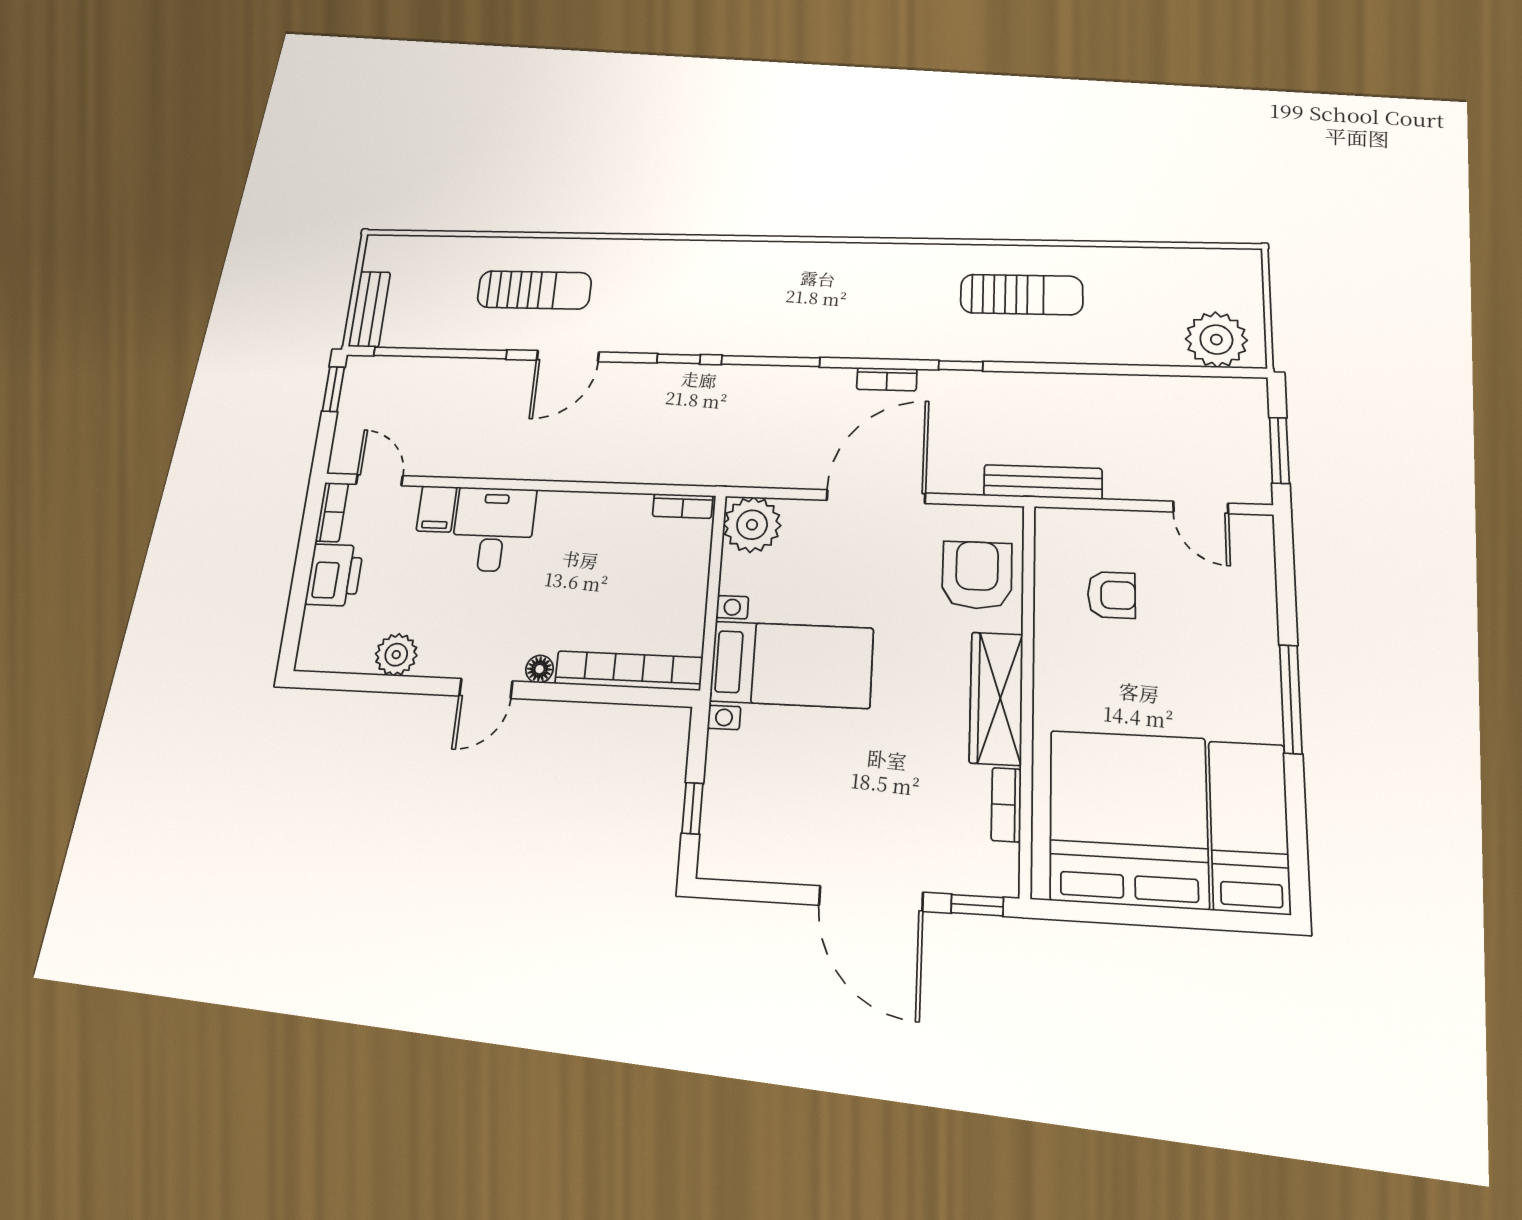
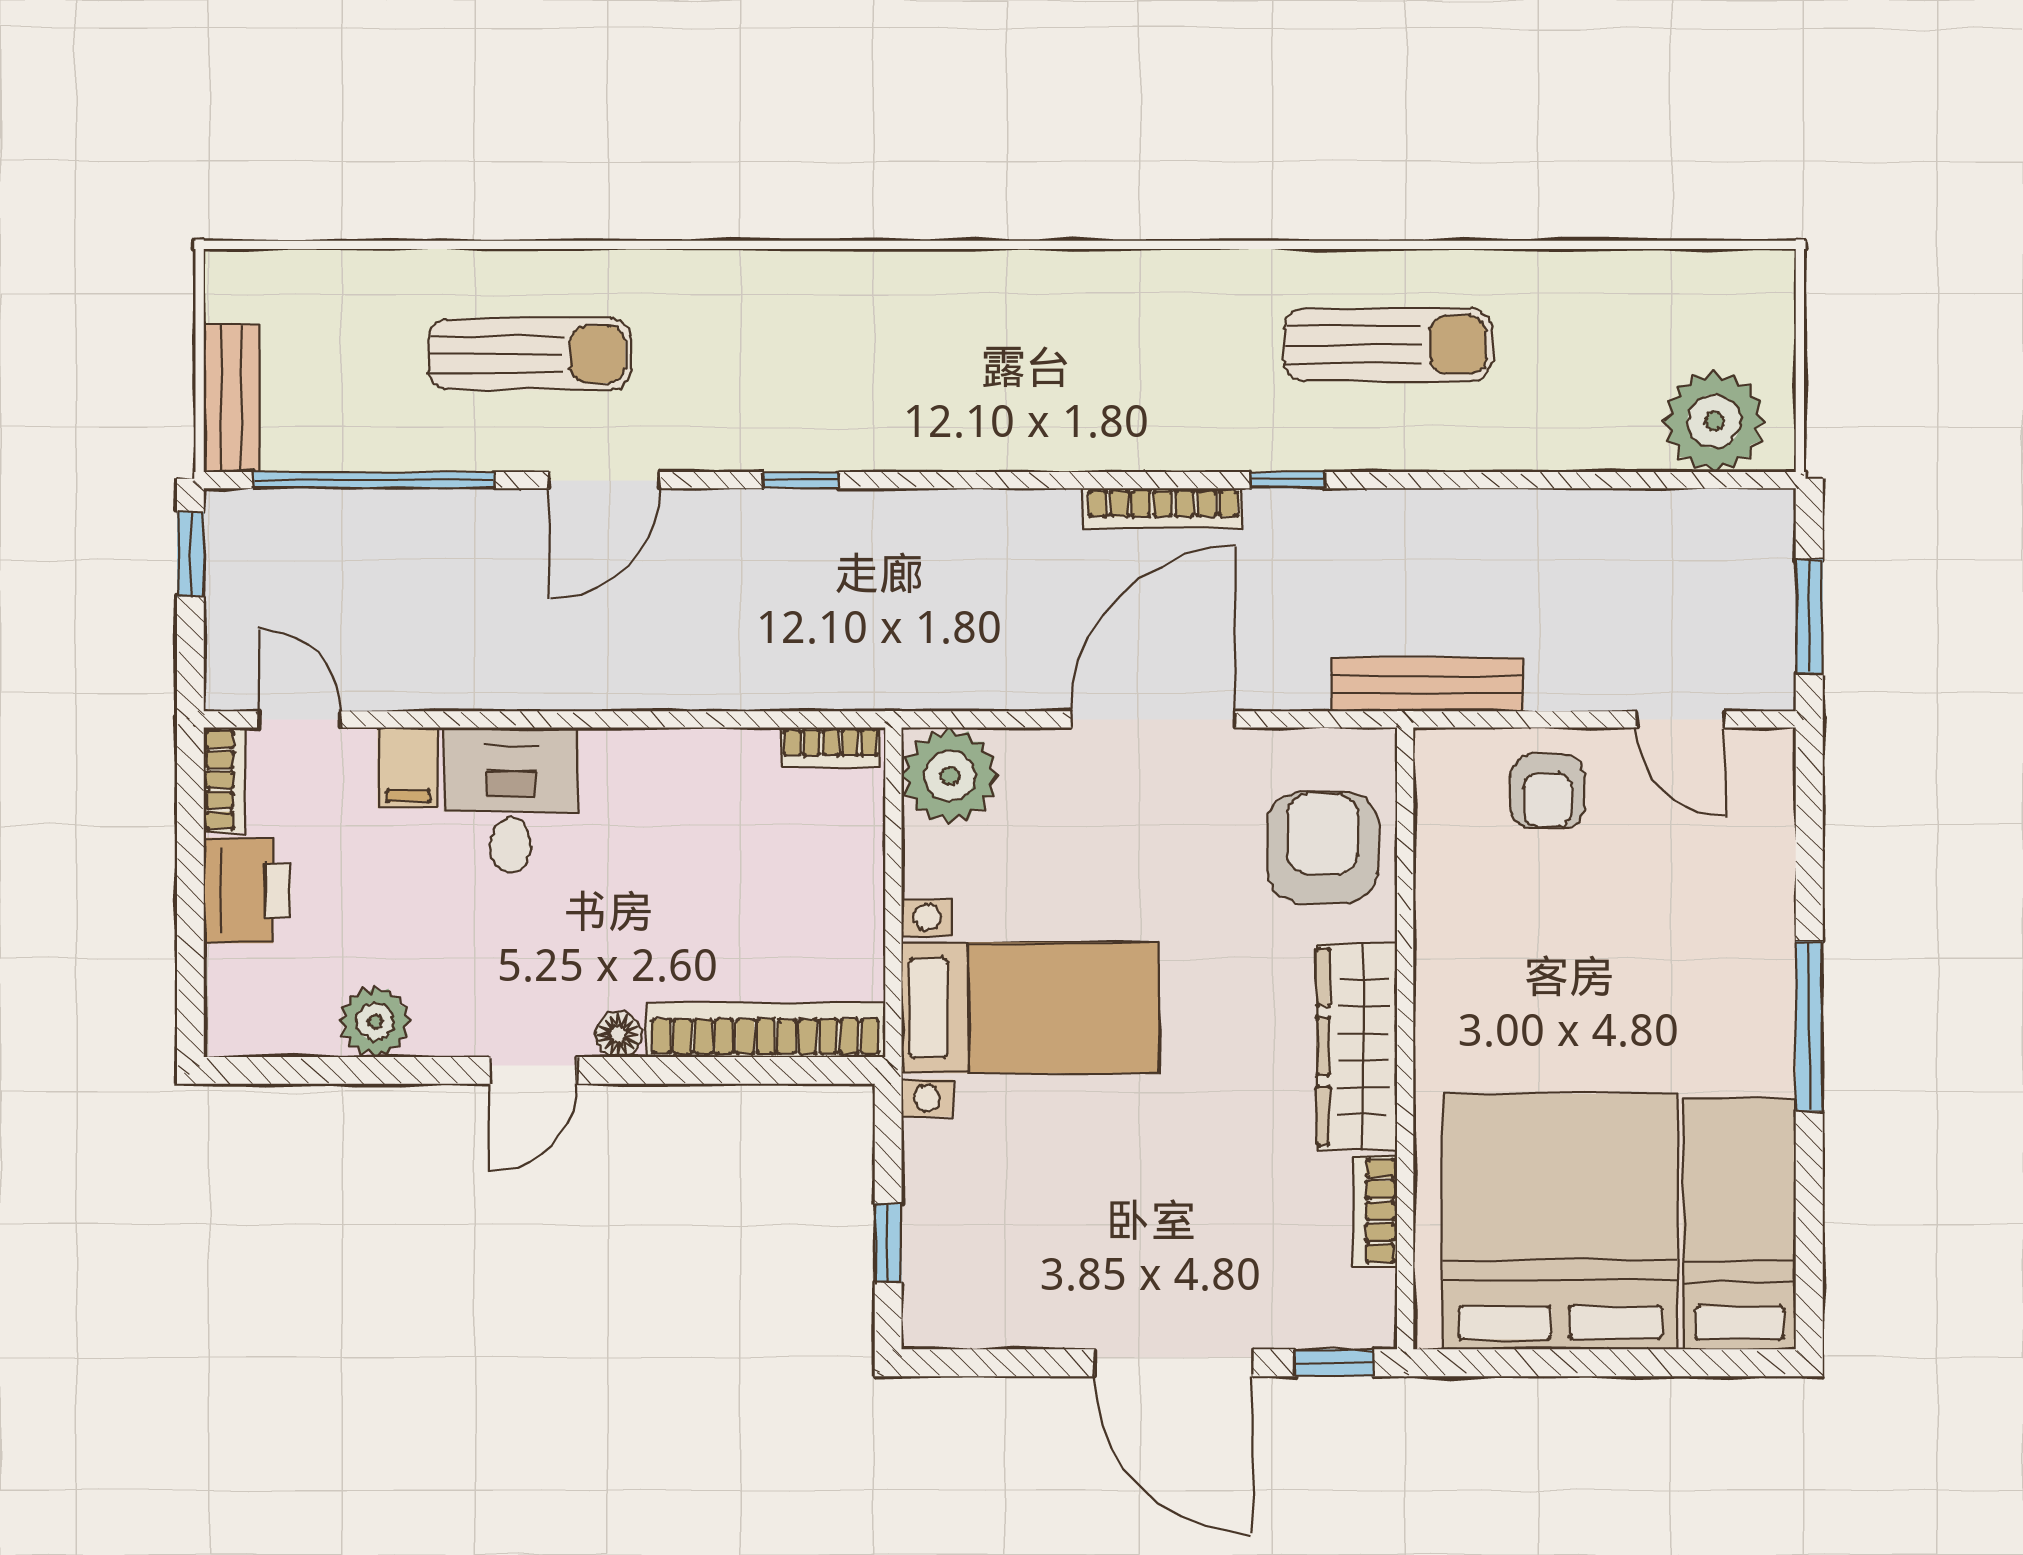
window: (770, 361) -> (961, 480), removed
bookcase: (887, 379) -> (1163, 508), width x1.56
armchair: (1111, 595) -> (1547, 791), moved, turned 90

